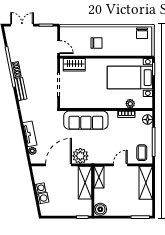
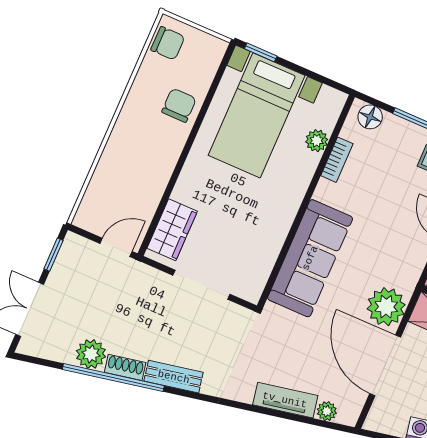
chair: (97, 43) -> (179, 105), moved
plant: (15, 55) -> (91, 354), added

